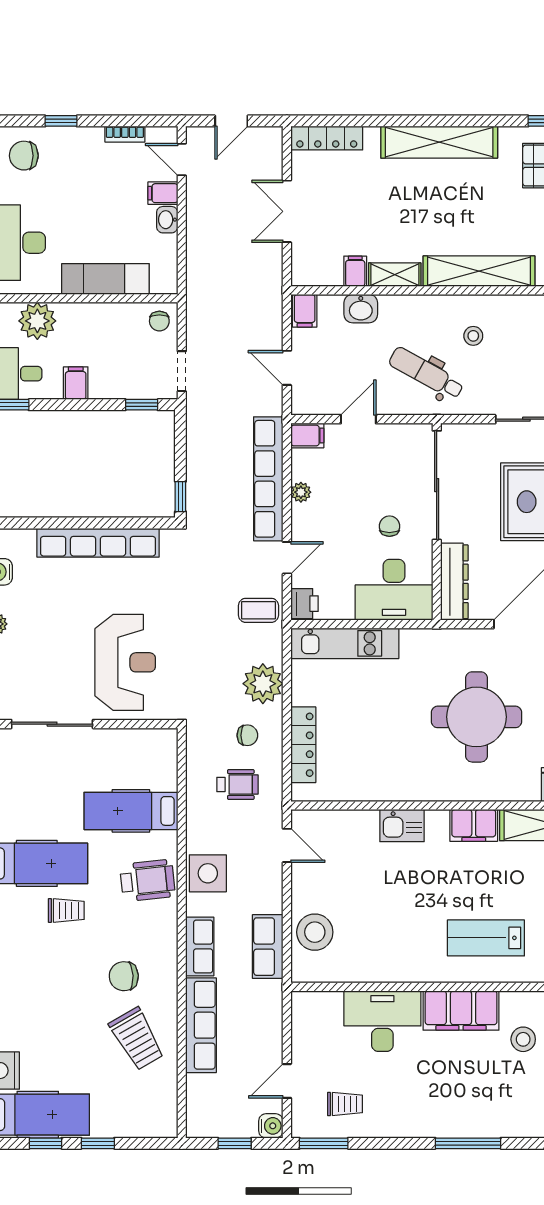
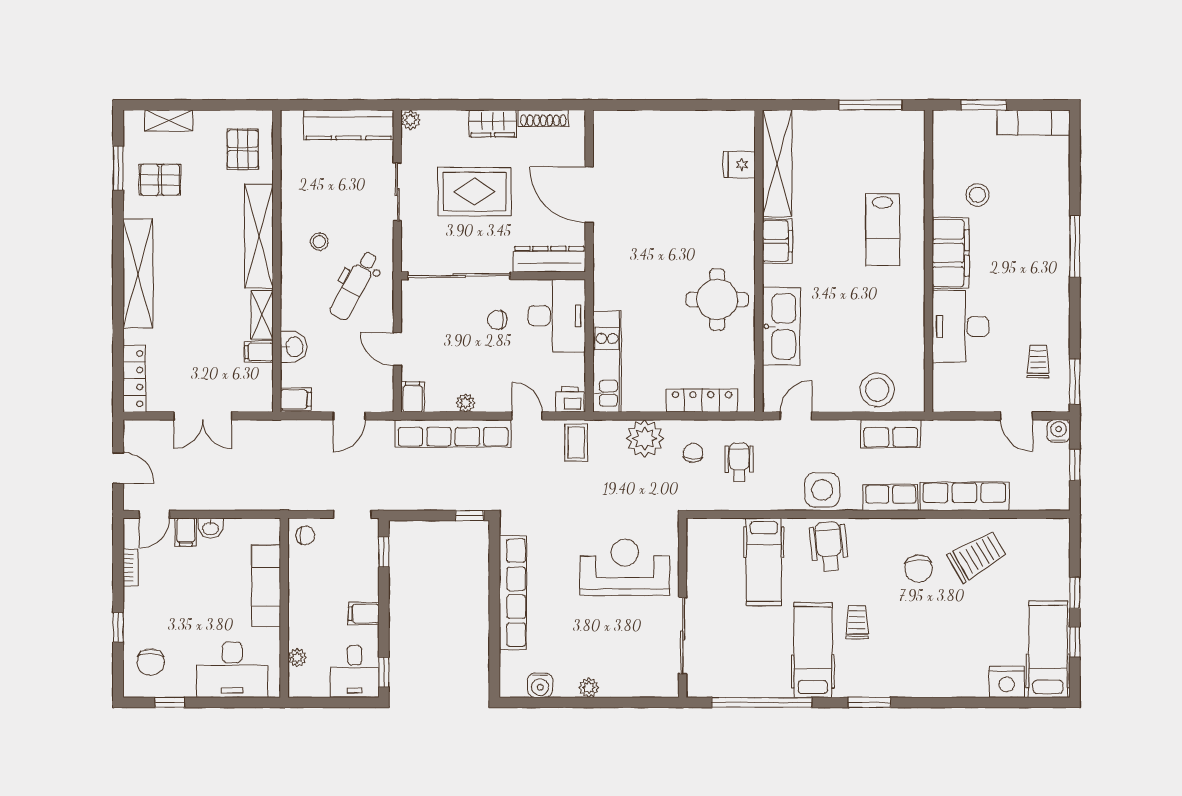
plant: (37, 321) -> (297, 658), width x0.53, depth x0.53
round table: (477, 717) -> (717, 300), moved, width x0.73, depth x0.73
kitchen sink: (402, 826) -> (781, 326), width x1.88, depth x1.24

